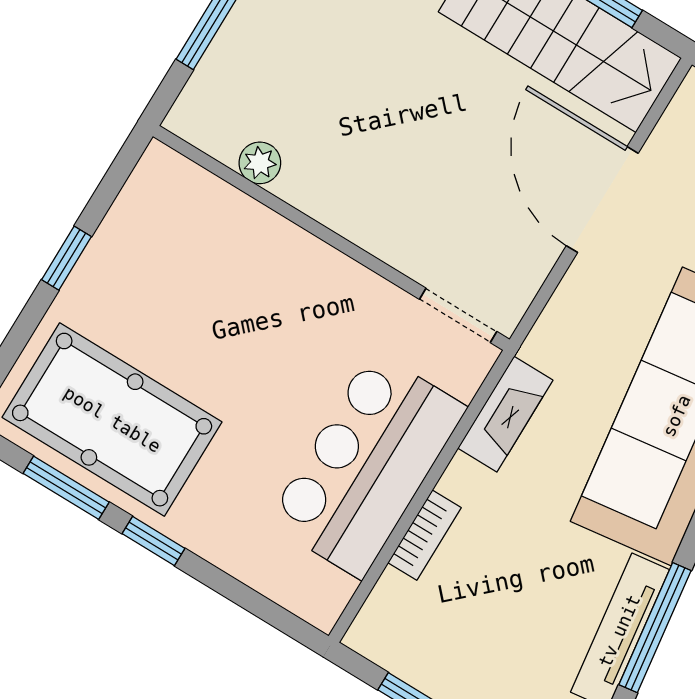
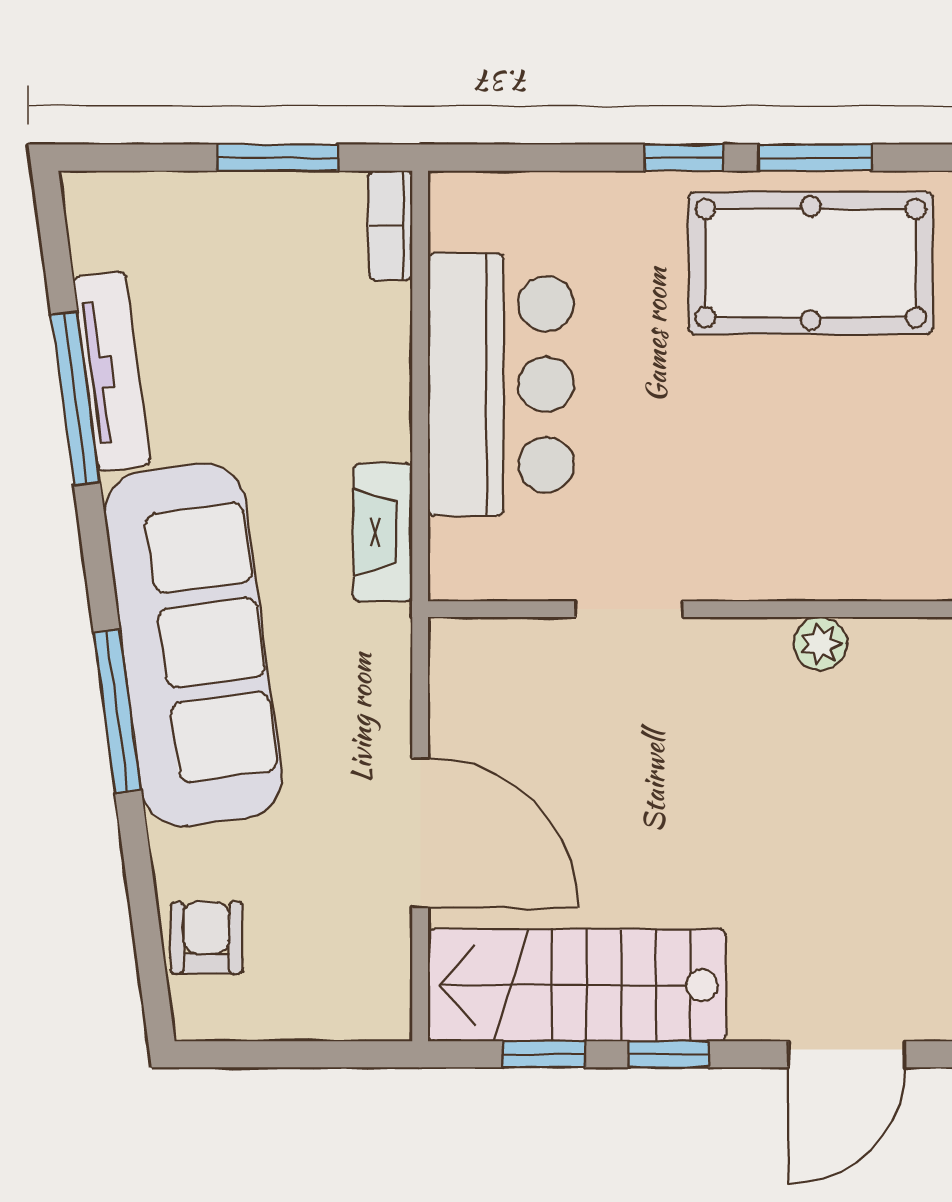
doorway: (458, 315) -> (630, 609), moved
bookcase: (425, 535) -> (390, 225), moved

